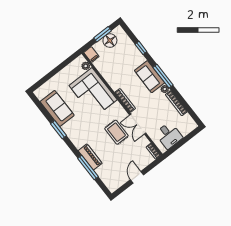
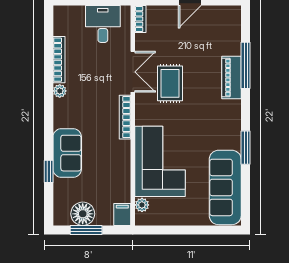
window: (163, 76) -> (49, 110), removed
sofa: (150, 77) -> (67, 153), moved
sofa: (57, 108) -> (225, 187), width x1.36

